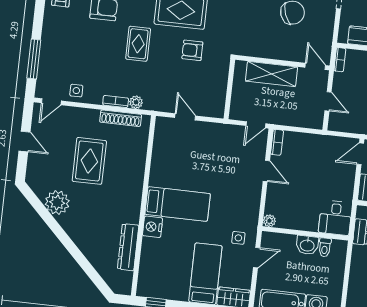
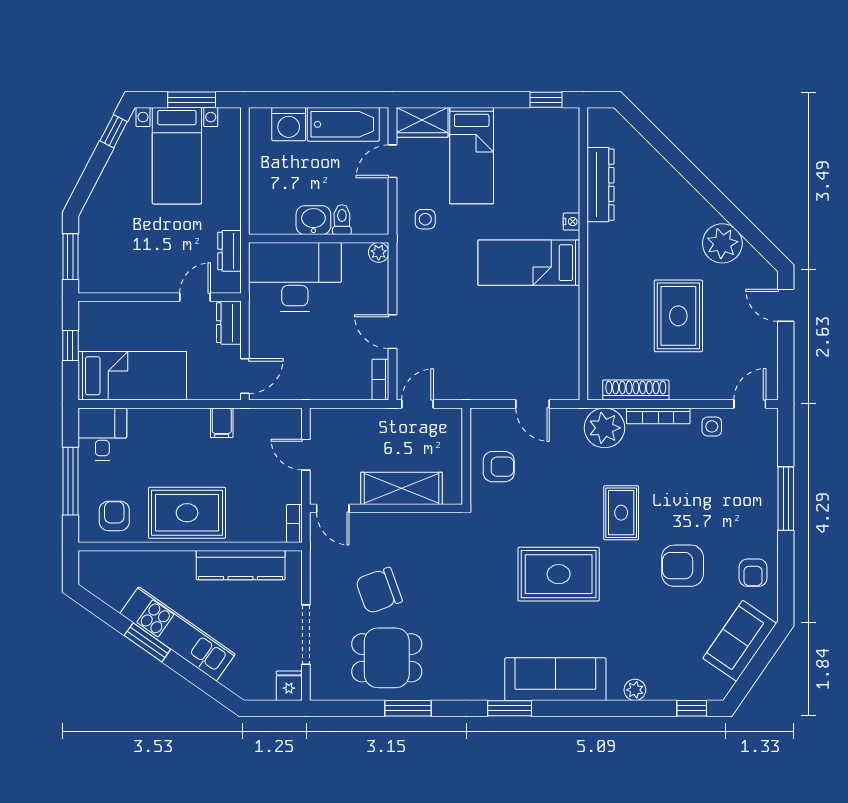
armchair: (192, 50) -> (499, 467), moved
window: (34, 59) -> (786, 499), moved
bookcase: (116, 102) -> (658, 416), width x1.56
plant: (136, 102) -> (605, 428), width x1.87, depth x1.87
door: (25, 141) -> (786, 305), moved
desk: (335, 218) -> (295, 277), width x1.87, depth x1.30
nightstand: (153, 227) -> (571, 222), width x0.53, depth x0.56
toilet: (325, 247) -> (342, 220), moved
door: (257, 258) -> (392, 161), moved

